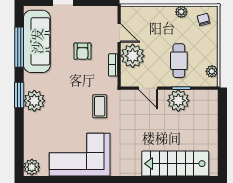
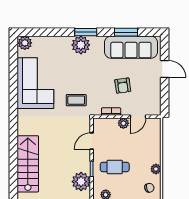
window: (19, 47) -> (126, 32), width x0.69
armchair: (82, 51) -> (123, 86), turned -98
plant: (133, 56) -> (123, 123), width x0.53, depth x0.53
plant: (178, 101) -> (81, 182), moved

